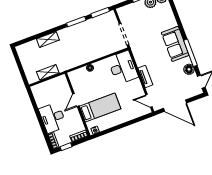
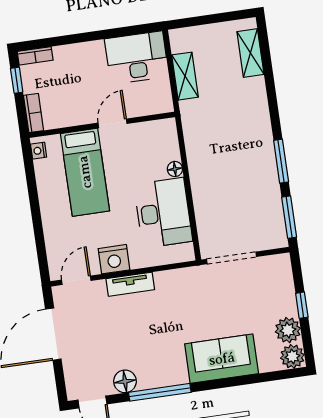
shelving: (48, 39) -> (250, 53), moved
sofa: (175, 44) -> (222, 359), moved
desk: (123, 68) -> (163, 213), moved, turned -90
nightstand: (136, 86) -> (114, 259), added
door: (76, 100) -> (112, 123), hinge flipped
desk: (53, 118) -> (137, 58), moved

